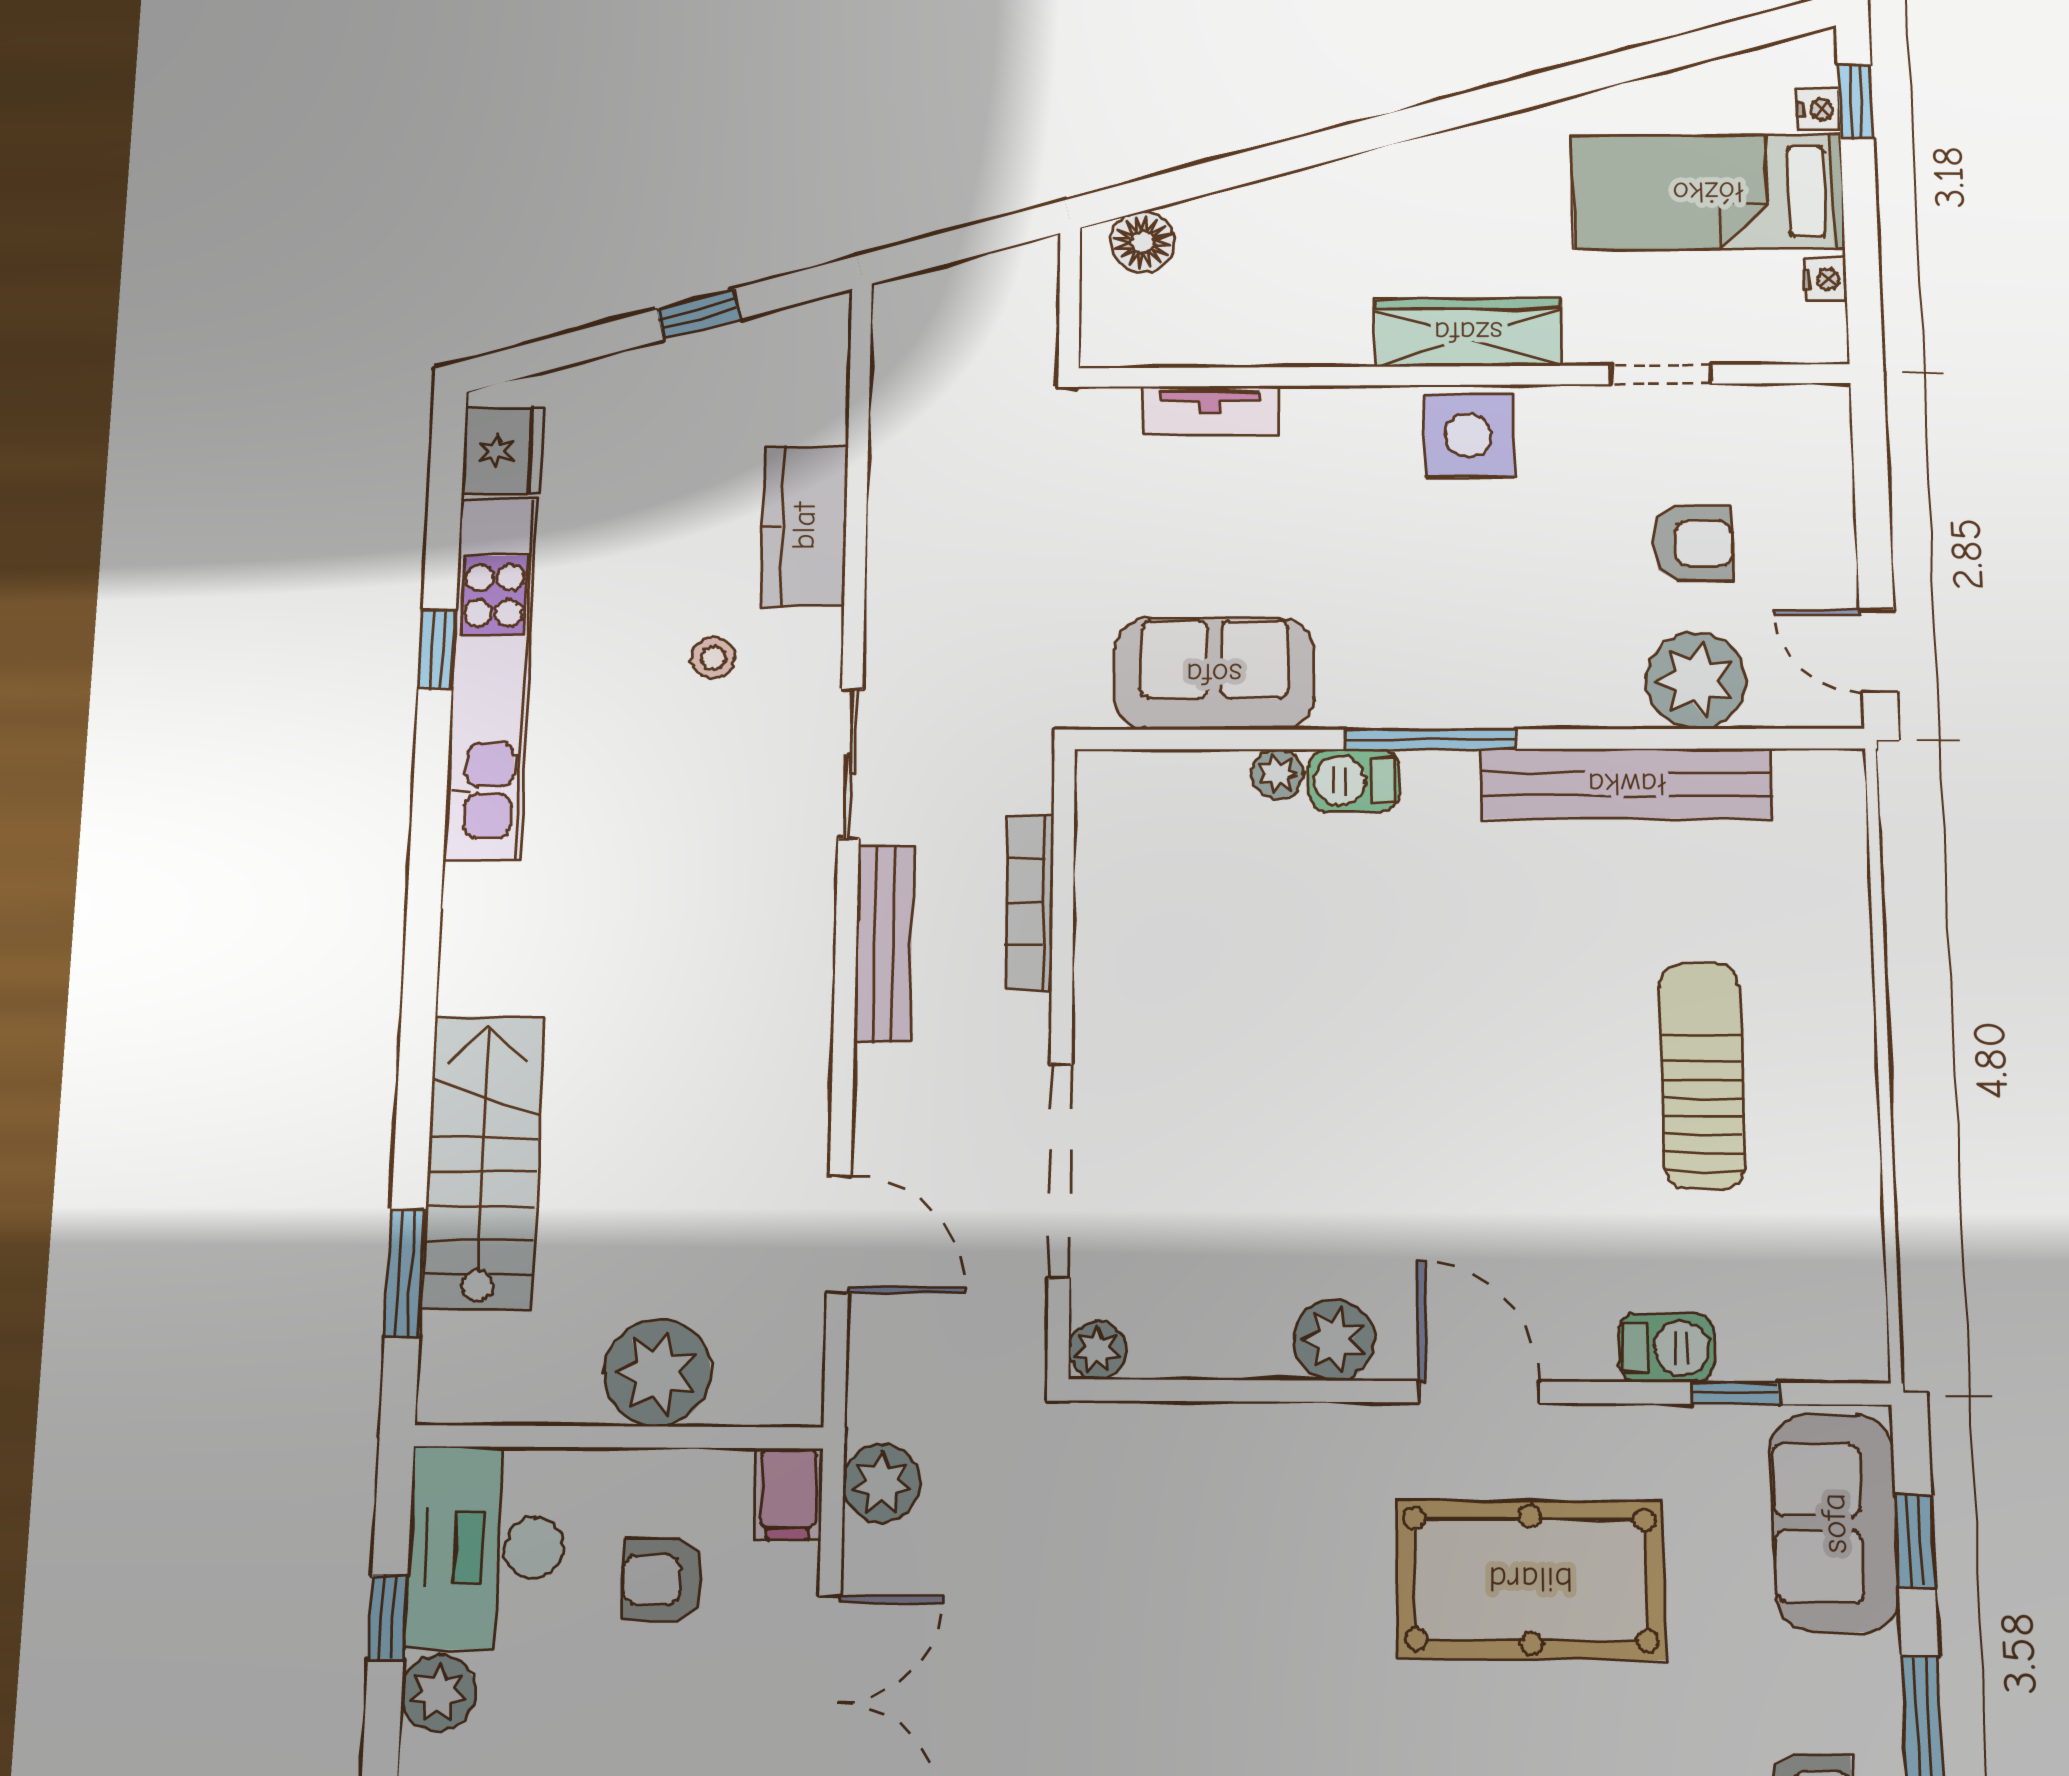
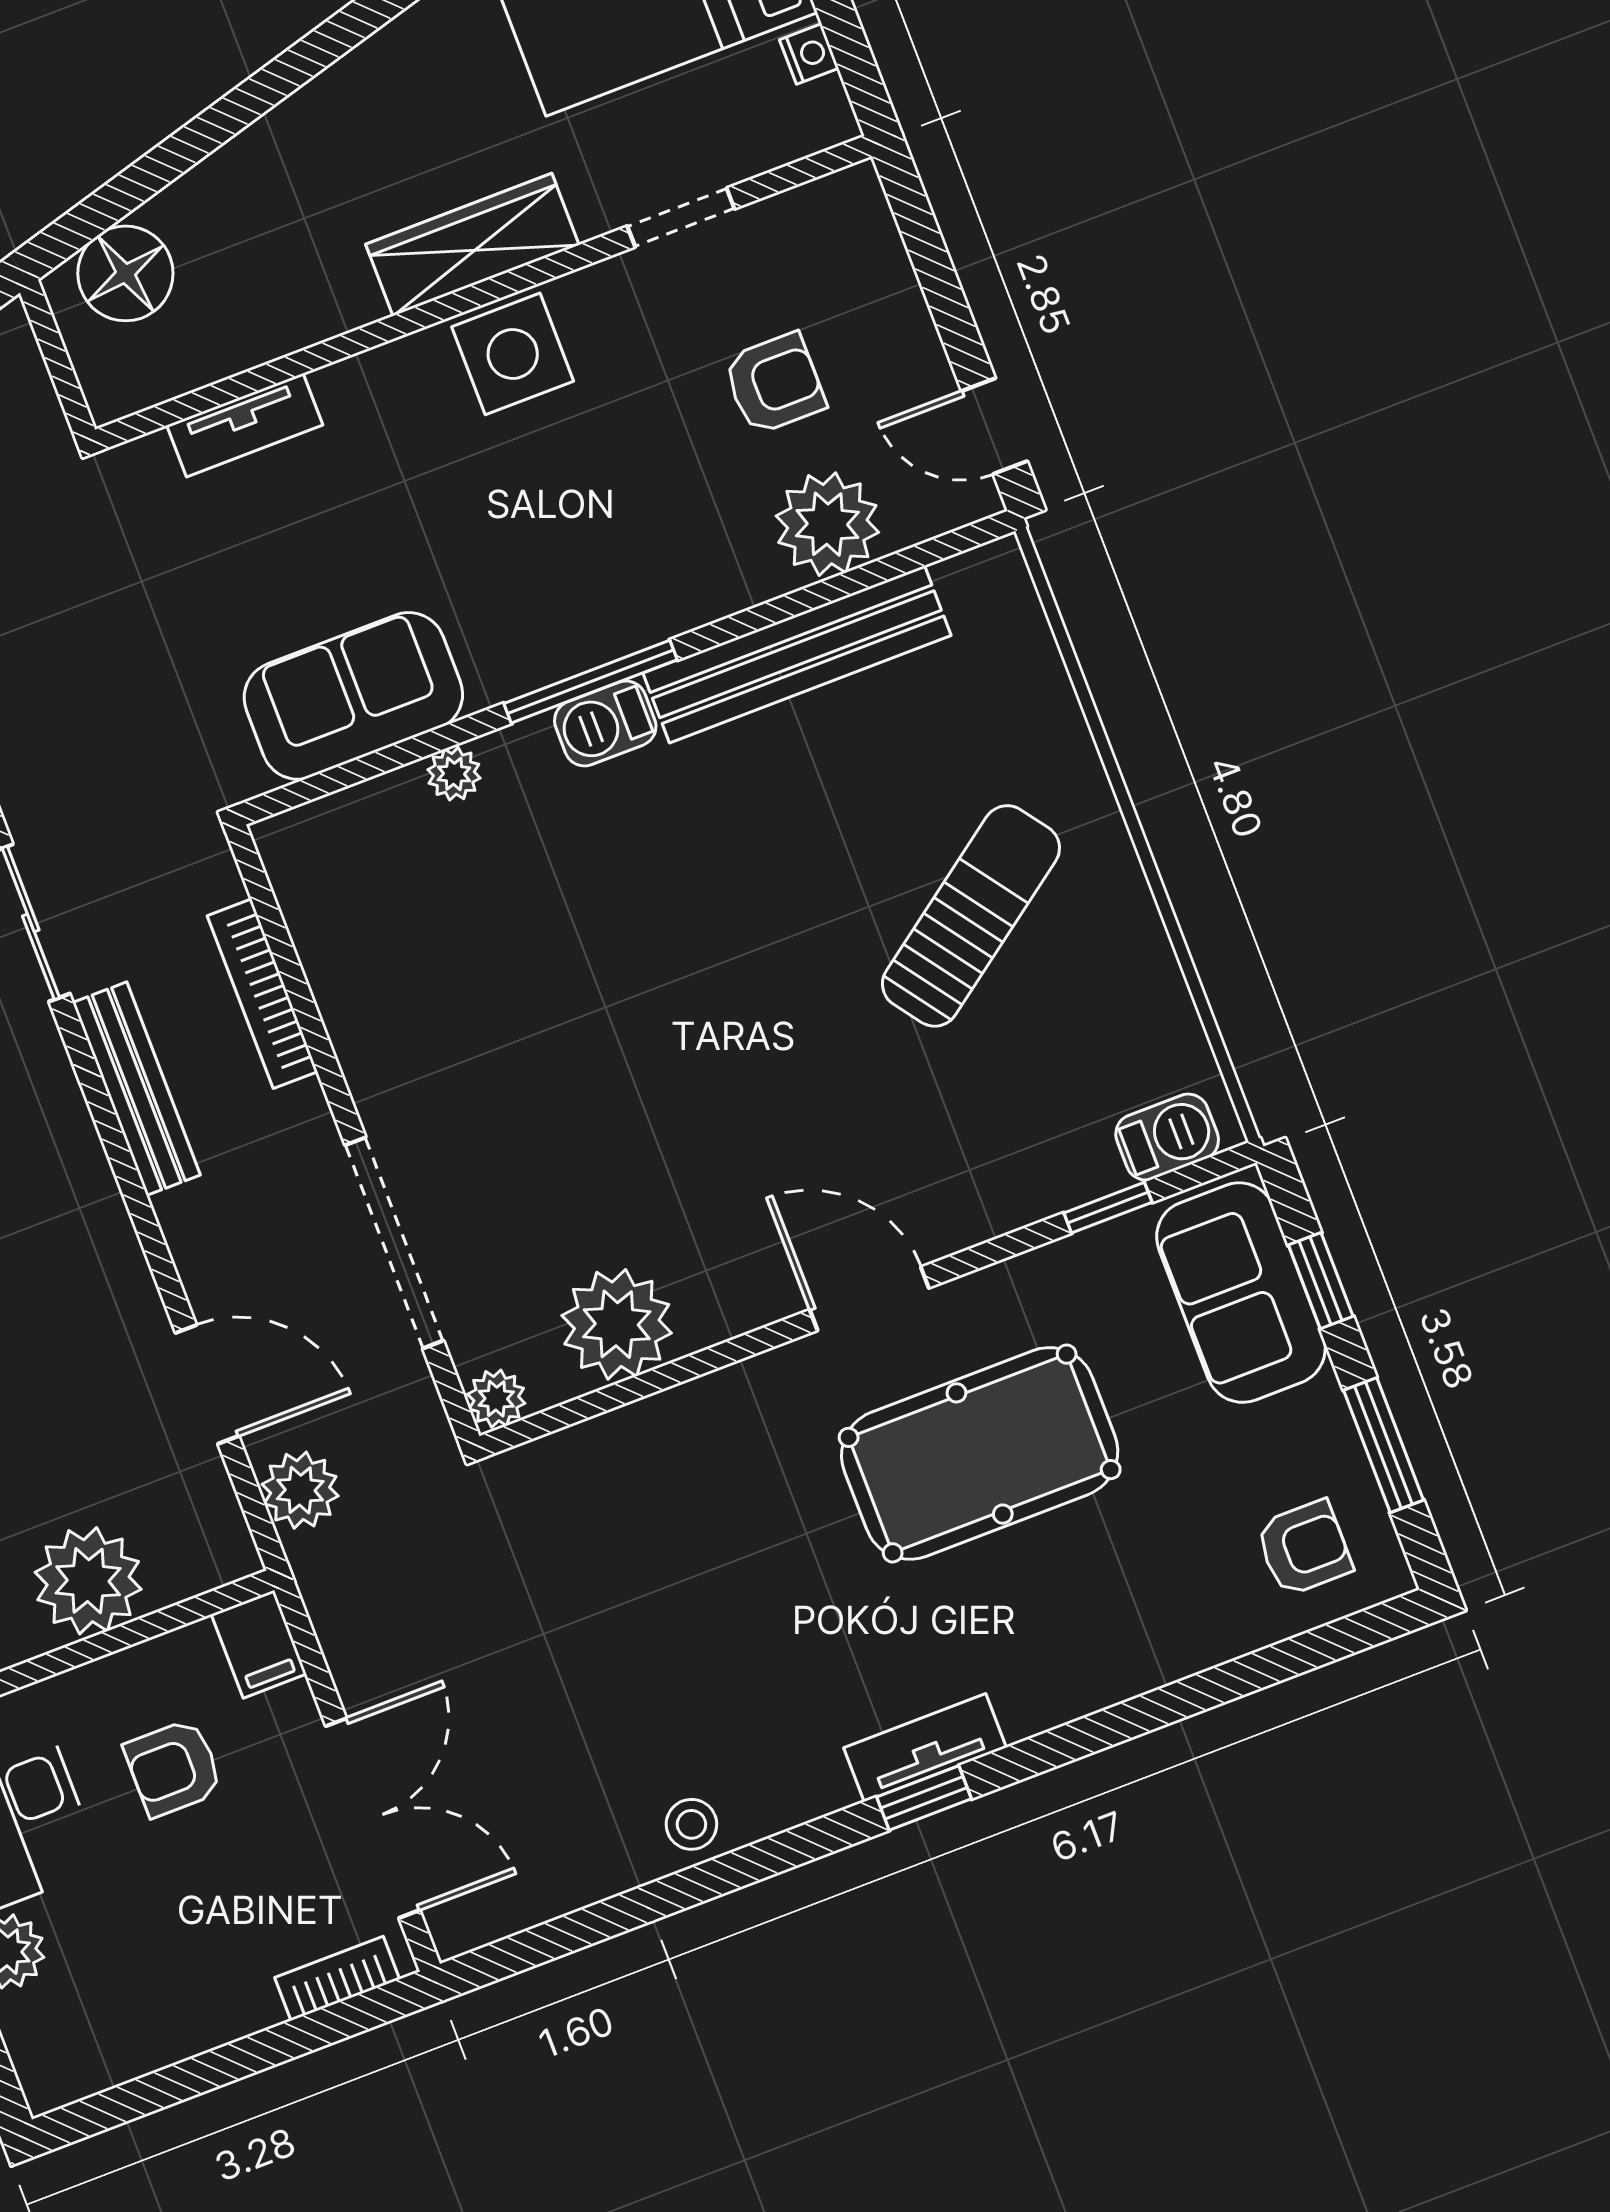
floor lamp: (1143, 242) -> (125, 273), width x1.38, depth x1.38
barbecue: (1354, 780) -> (605, 723), moved
sun lounger: (1702, 1075) -> (971, 916), turned 54
plant: (1334, 1340) -> (617, 1324), moved, width x1.36, depth x1.36
barbecue: (1666, 1348) -> (1167, 1137), moved
plant: (882, 1483) -> (300, 1490), moved

